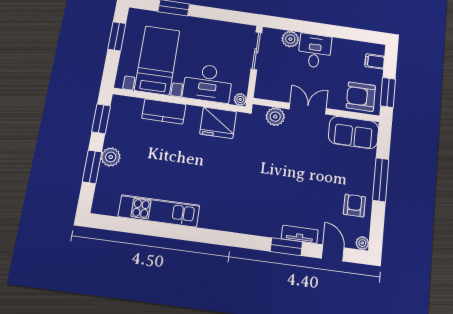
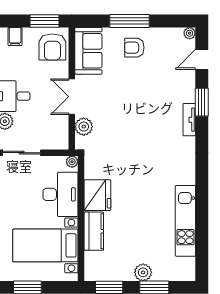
fridge: (218, 123) -> (97, 195), moved
armchair: (354, 205) -> (134, 48), moved
tv unit: (300, 234) -> (189, 120), moved

